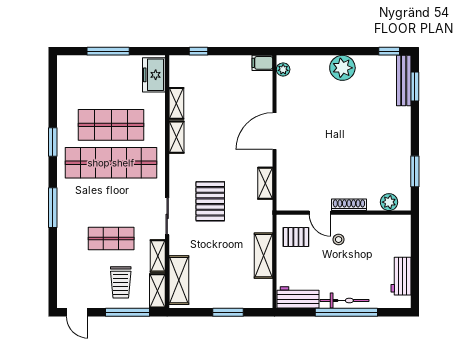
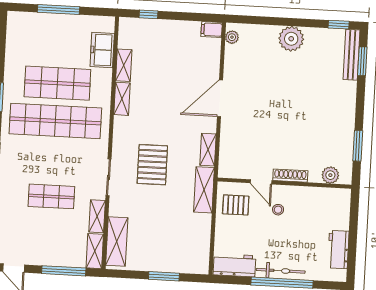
freezer: (154, 75) -> (102, 50), moved
shelving: (263, 256) -> (204, 190), moved
trolley: (121, 282) -> (59, 241), removed

